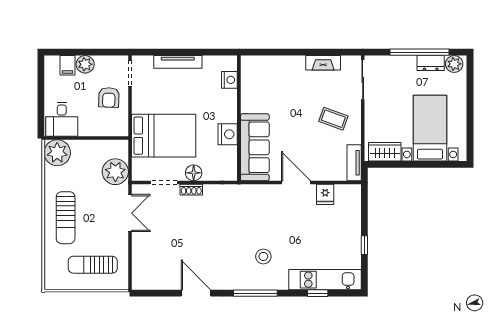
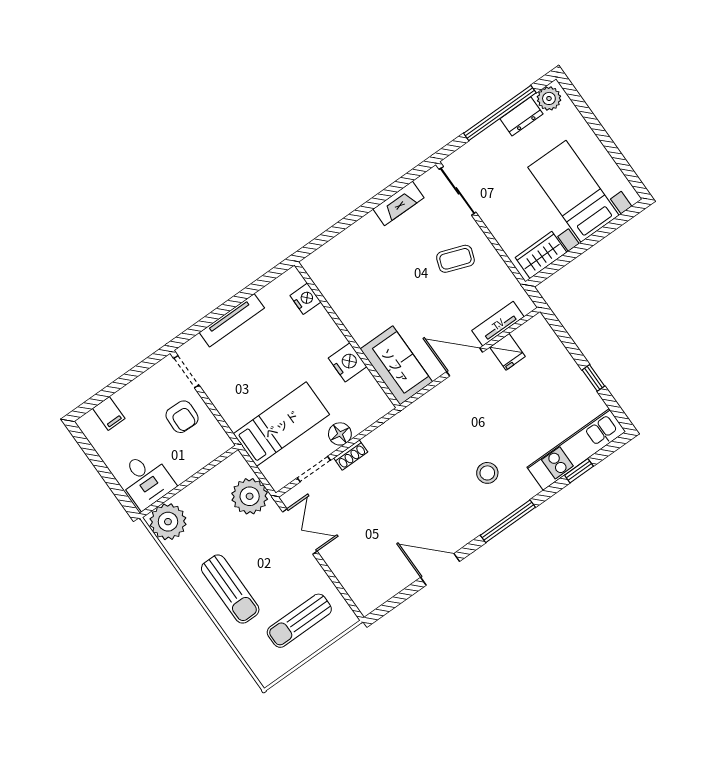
plant: (85, 64) -> (128, 398), removed
bed: (164, 136) -> (281, 424), width x0.67
sofa: (255, 147) -> (396, 365), width x0.73
tv unit: (354, 163) -> (498, 324), moved, turned 90

